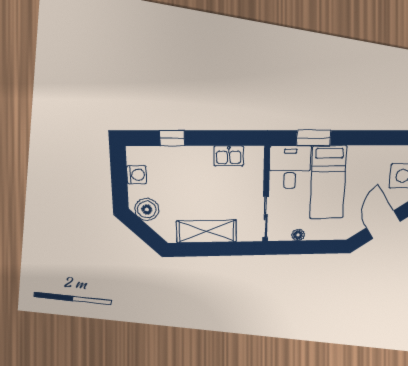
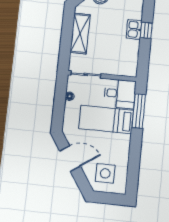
window: (172, 138) -> (146, 30), moved
window: (314, 138) -> (139, 111), width x1.44
kitchen sink: (229, 156) -> (134, 29), moved

